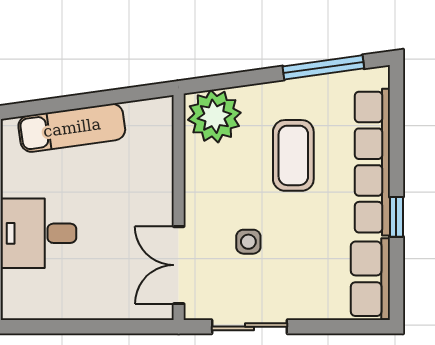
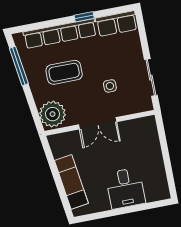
double door: (179, 265) -> (98, 123), moved

